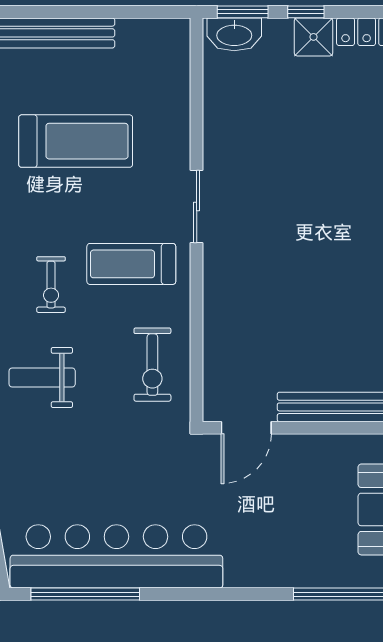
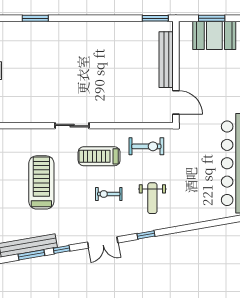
treadmill: (131, 264) -> (99, 156), turned 90
exercise bike: (51, 285) -> (109, 194), turned 180

